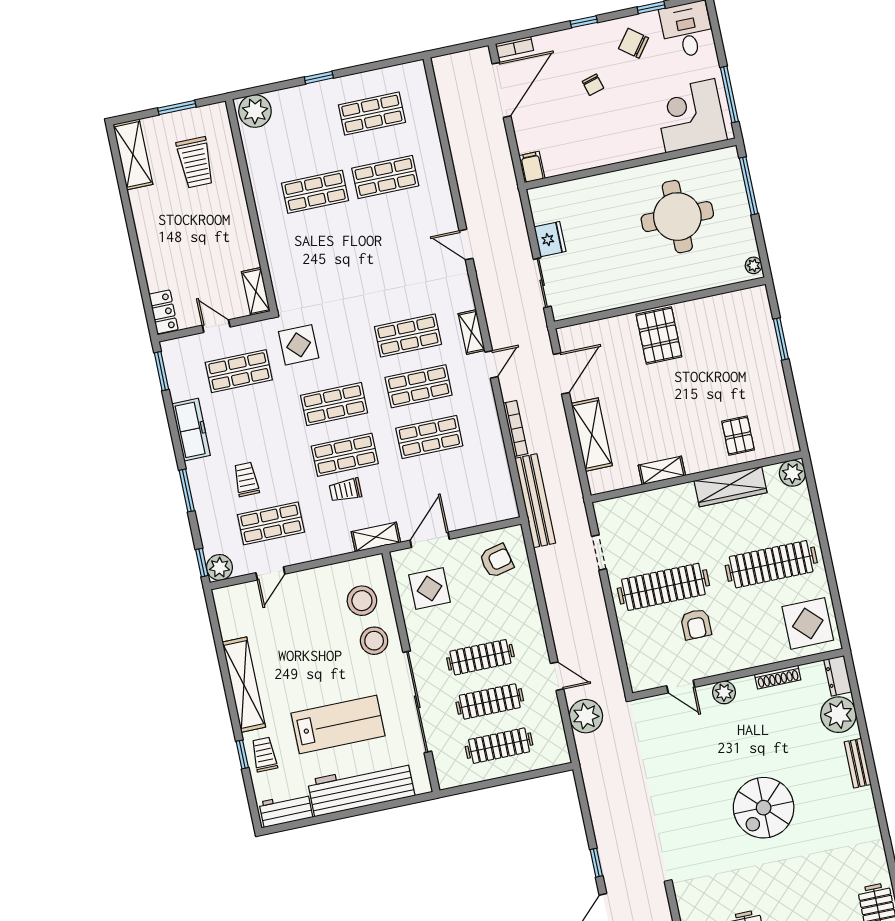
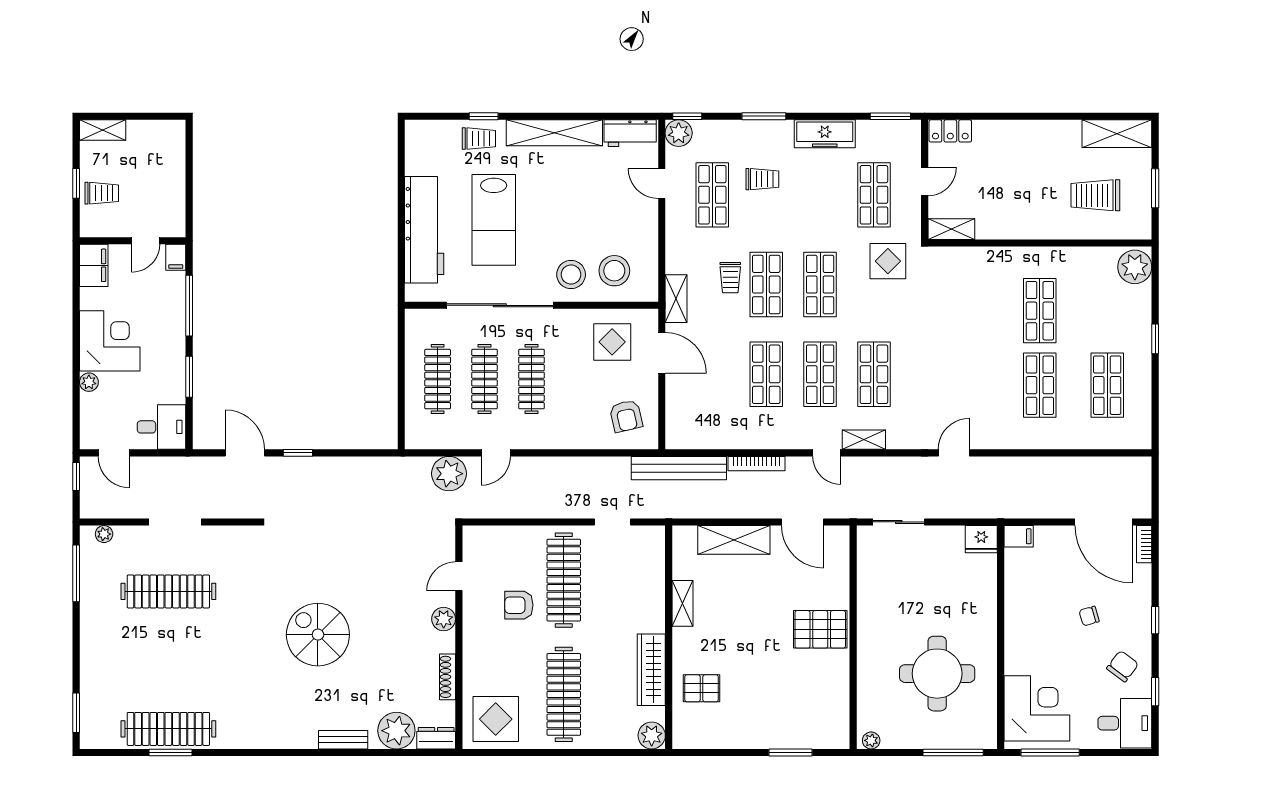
fridge: (550, 239) -> (981, 539), moved
trolley: (345, 490) -> (730, 278), turned 180
workbench: (286, 810) -> (630, 133), moved, turned 90

